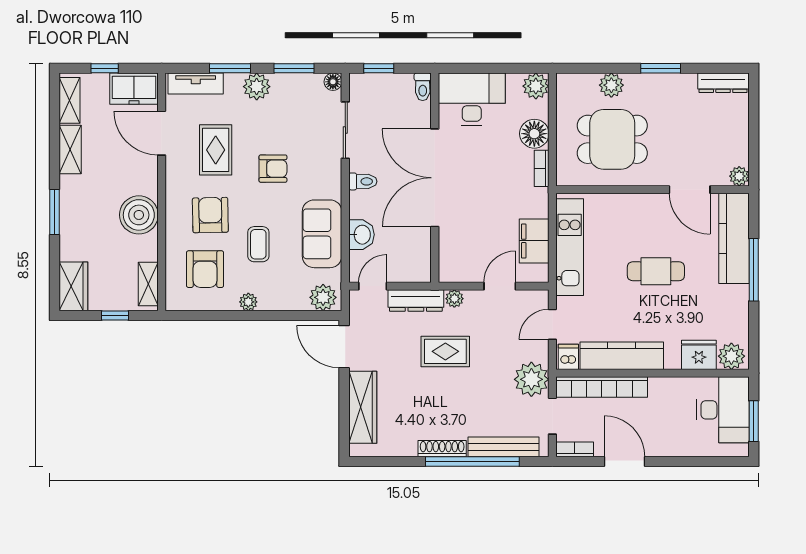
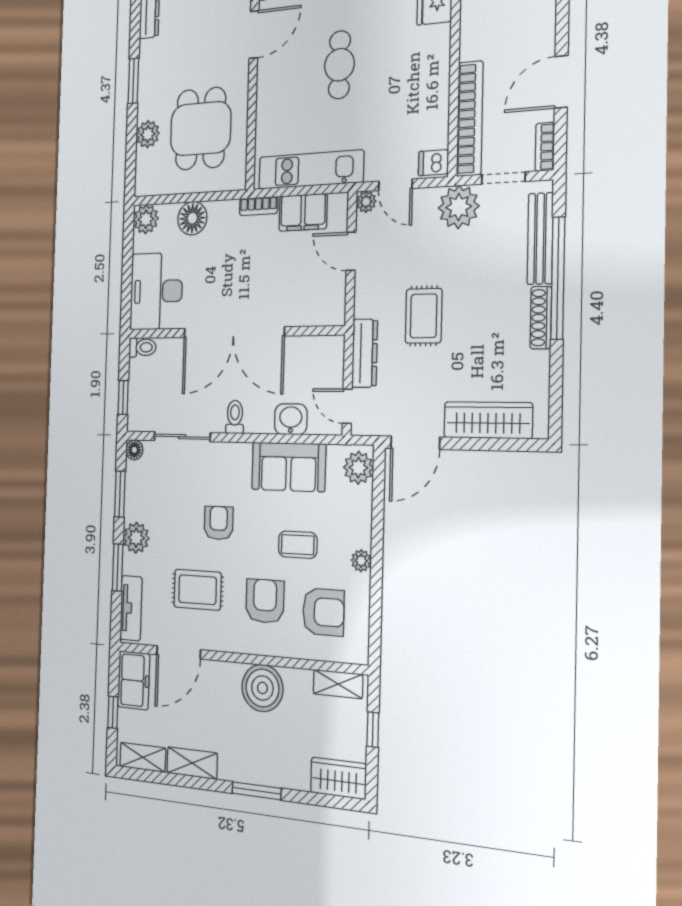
bookcase: (542, 168) -> (259, 206), moved
armchair: (210, 215) -> (265, 601), turned 91
plant: (454, 299) -> (366, 202), moved
kitchen counter: (622, 356) -> (433, 97), removed

